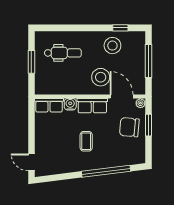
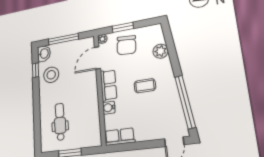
washbasin: (137, 38) -> (44, 54), added
stool: (101, 77) -> (81, 81), removed
row of seats: (49, 105) -> (120, 137), moved, turned -90
plant: (117, 160) -> (161, 51), added
window: (106, 171) -> (185, 102), moved

